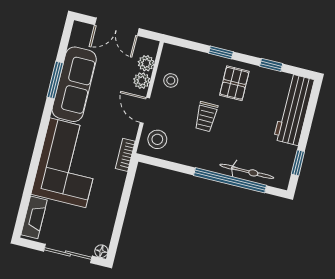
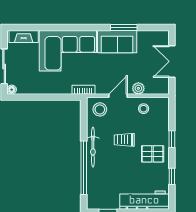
plant: (146, 63) -> (151, 88), removed
sofa: (74, 84) -> (117, 42), width x0.73
bicycle: (247, 171) -> (93, 147), moved

